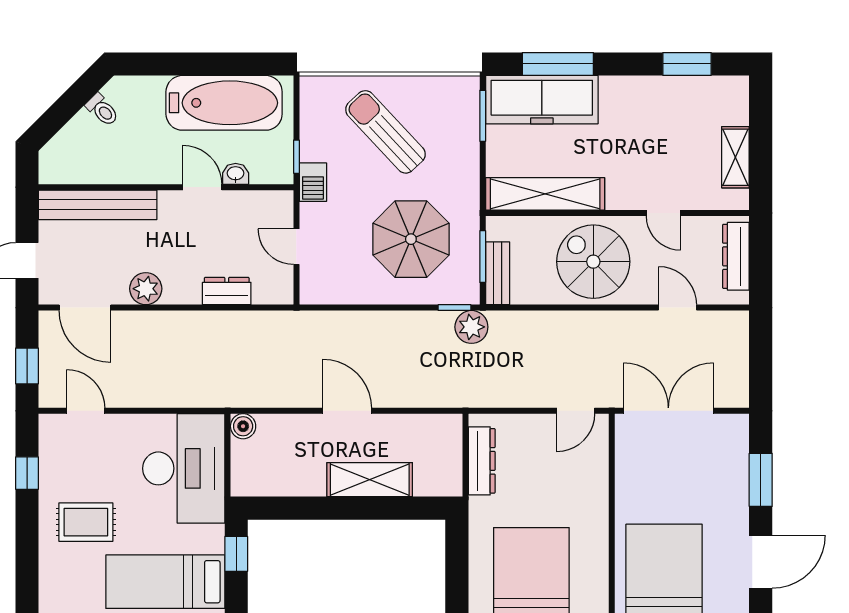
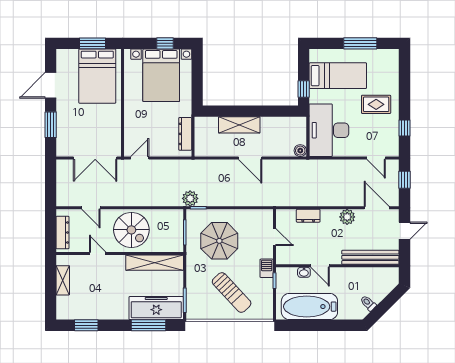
bench: (498, 273) -> (178, 224), removed

